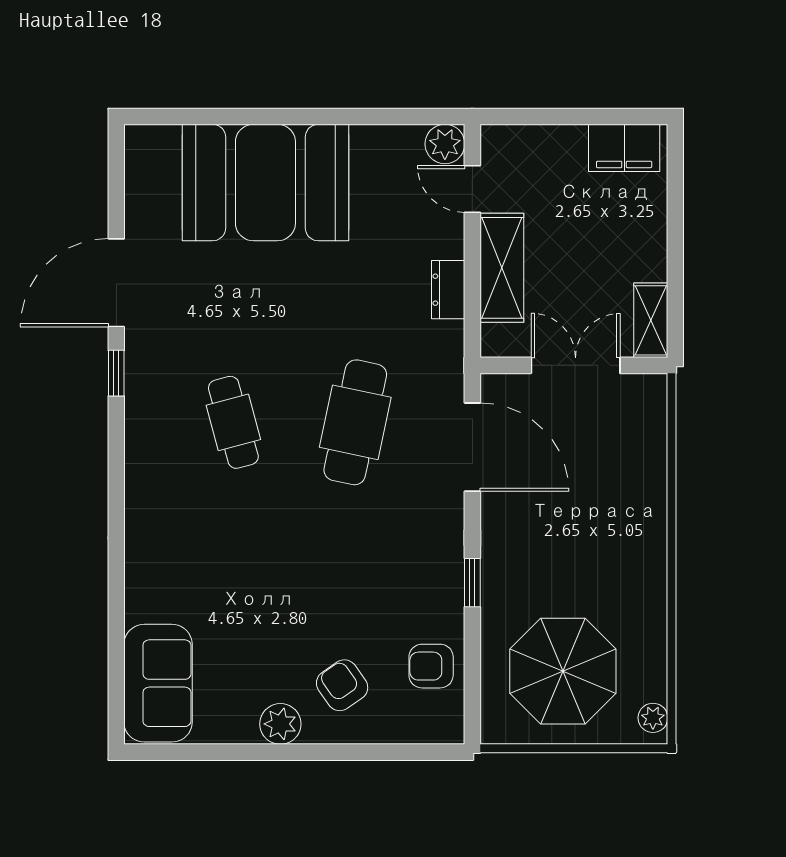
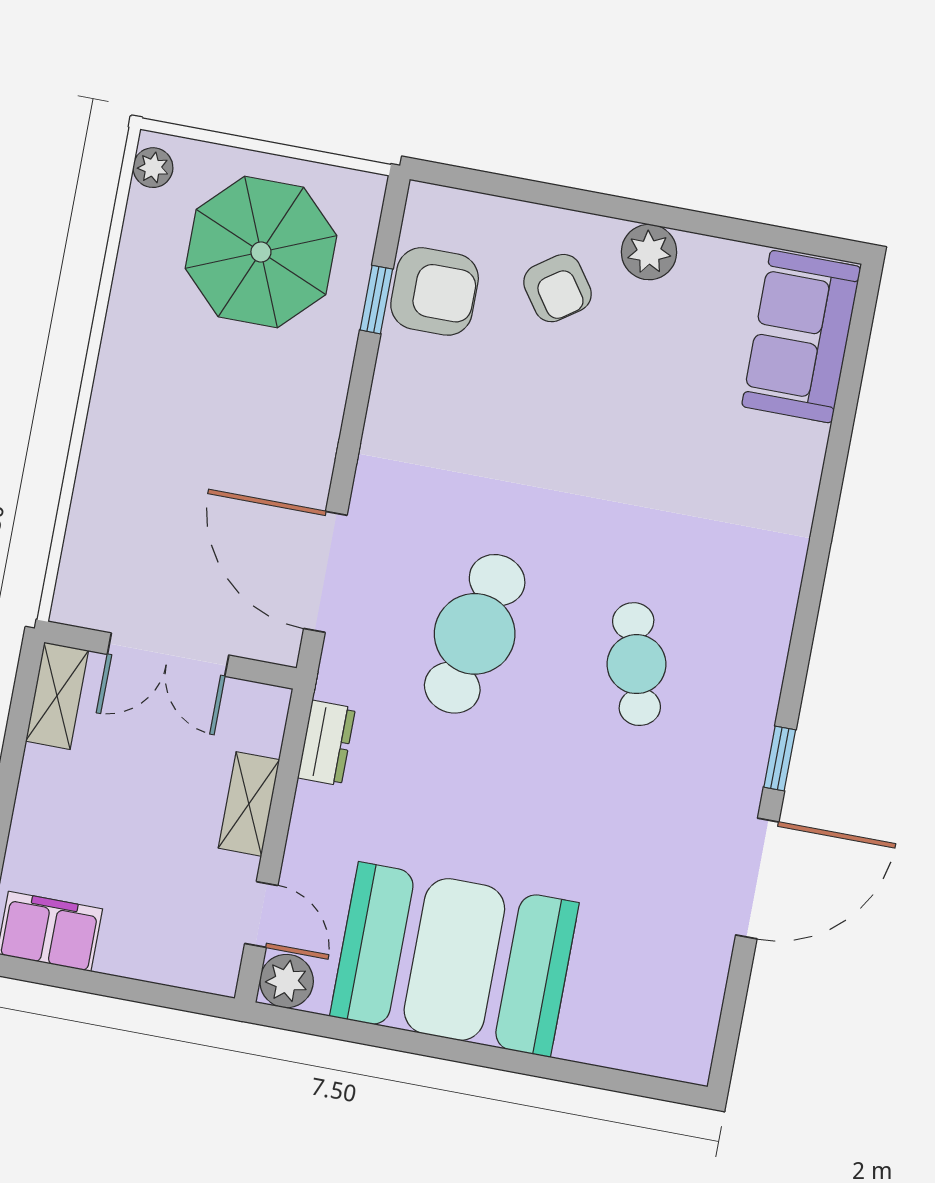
booth: (265, 183) -> (454, 960), moved
shelving: (502, 268) -> (249, 804), width x0.67, depth x0.75
dresser: (448, 290) -> (327, 743), moved
window: (472, 583) -> (376, 300), moved
armchair: (431, 666) -> (435, 291), width x1.38, depth x1.38

